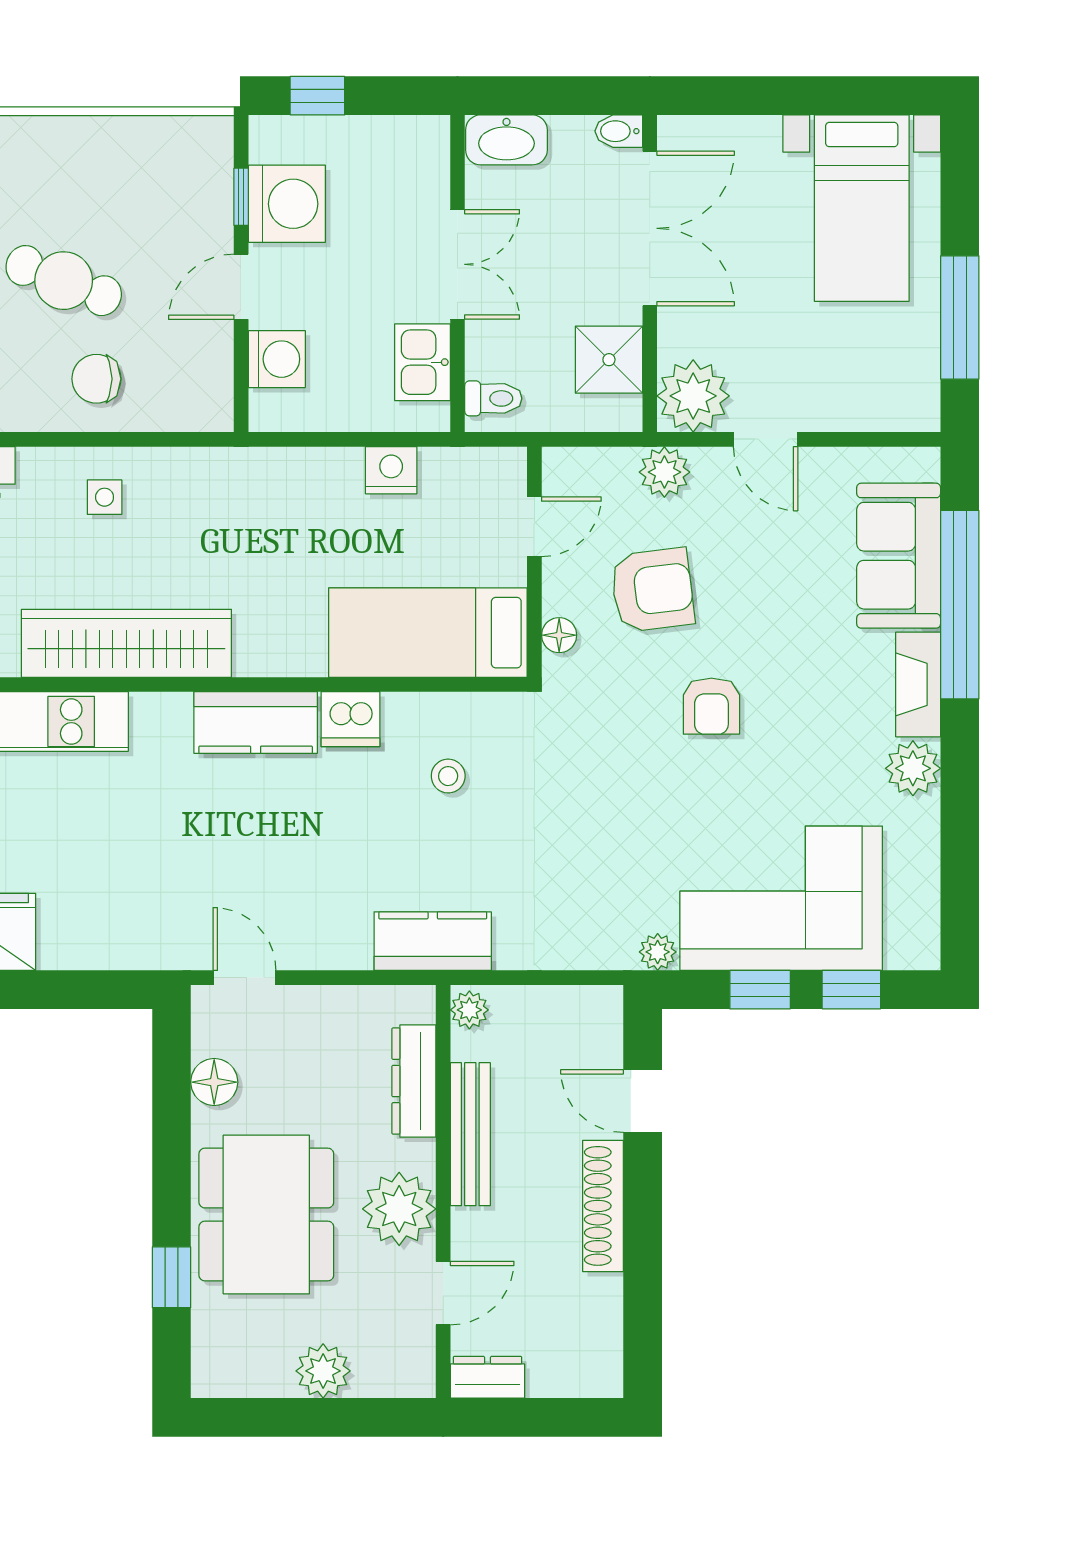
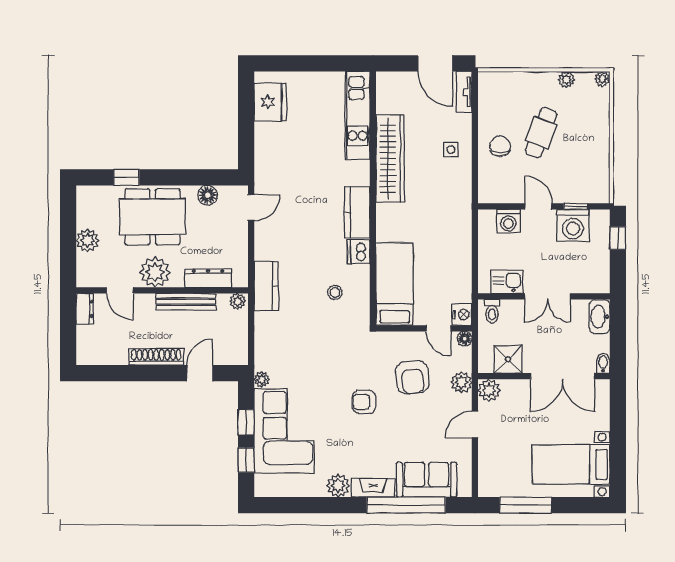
plant: (693, 396) -> (489, 390), width x0.73, depth x0.73
nightstand: (391, 470) -> (462, 315), moved
floor lamp: (559, 635) -> (465, 339), moved

